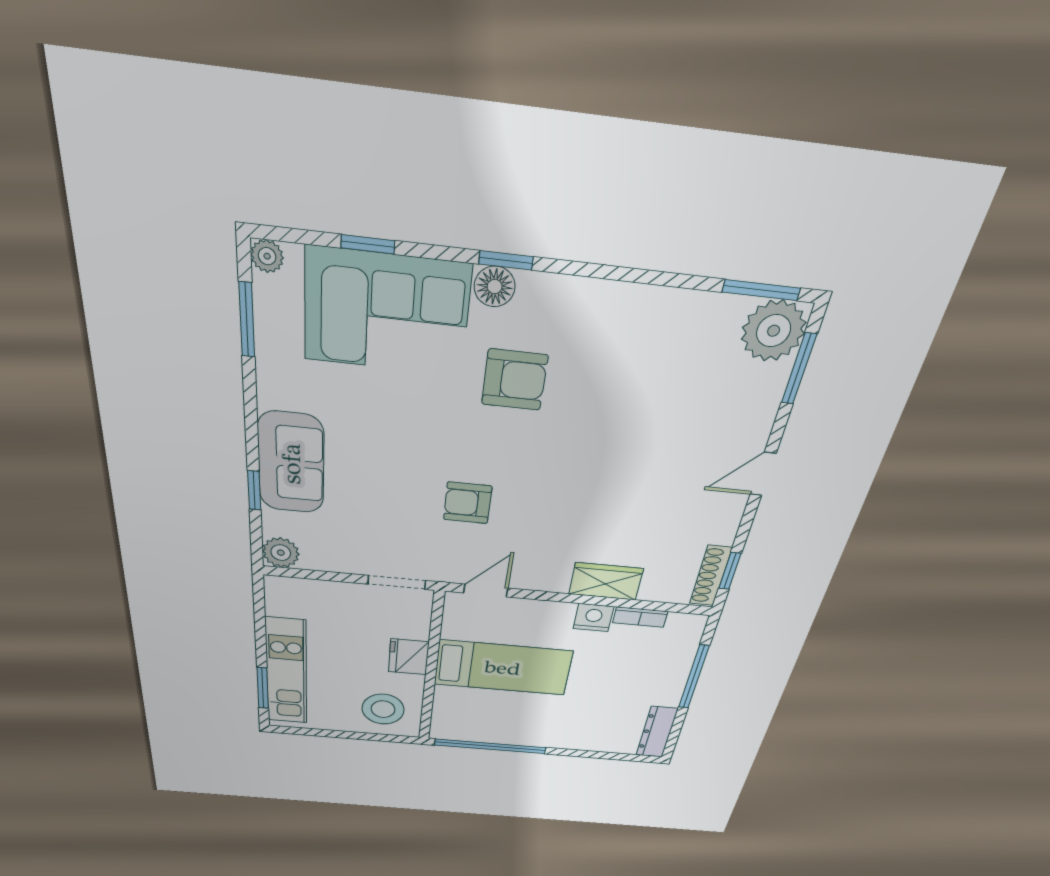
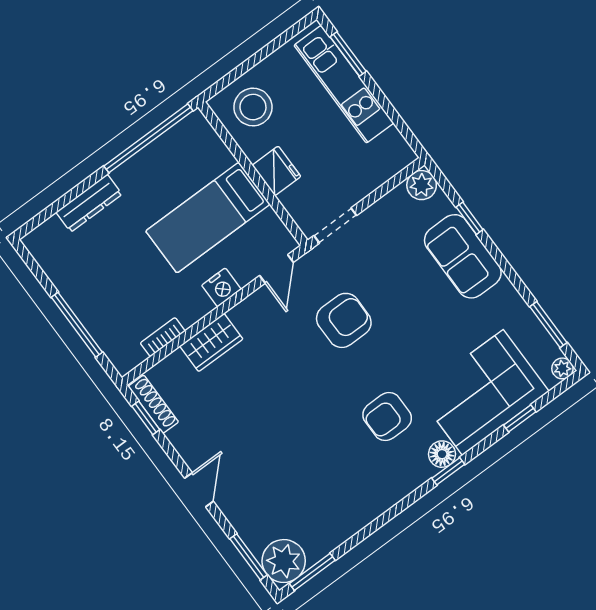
armchair: (468, 503) -> (344, 320), width x1.38, depth x1.38
nightstand: (593, 618) -> (221, 287), moved
dresser: (657, 732) -> (89, 203), moved, turned 90

